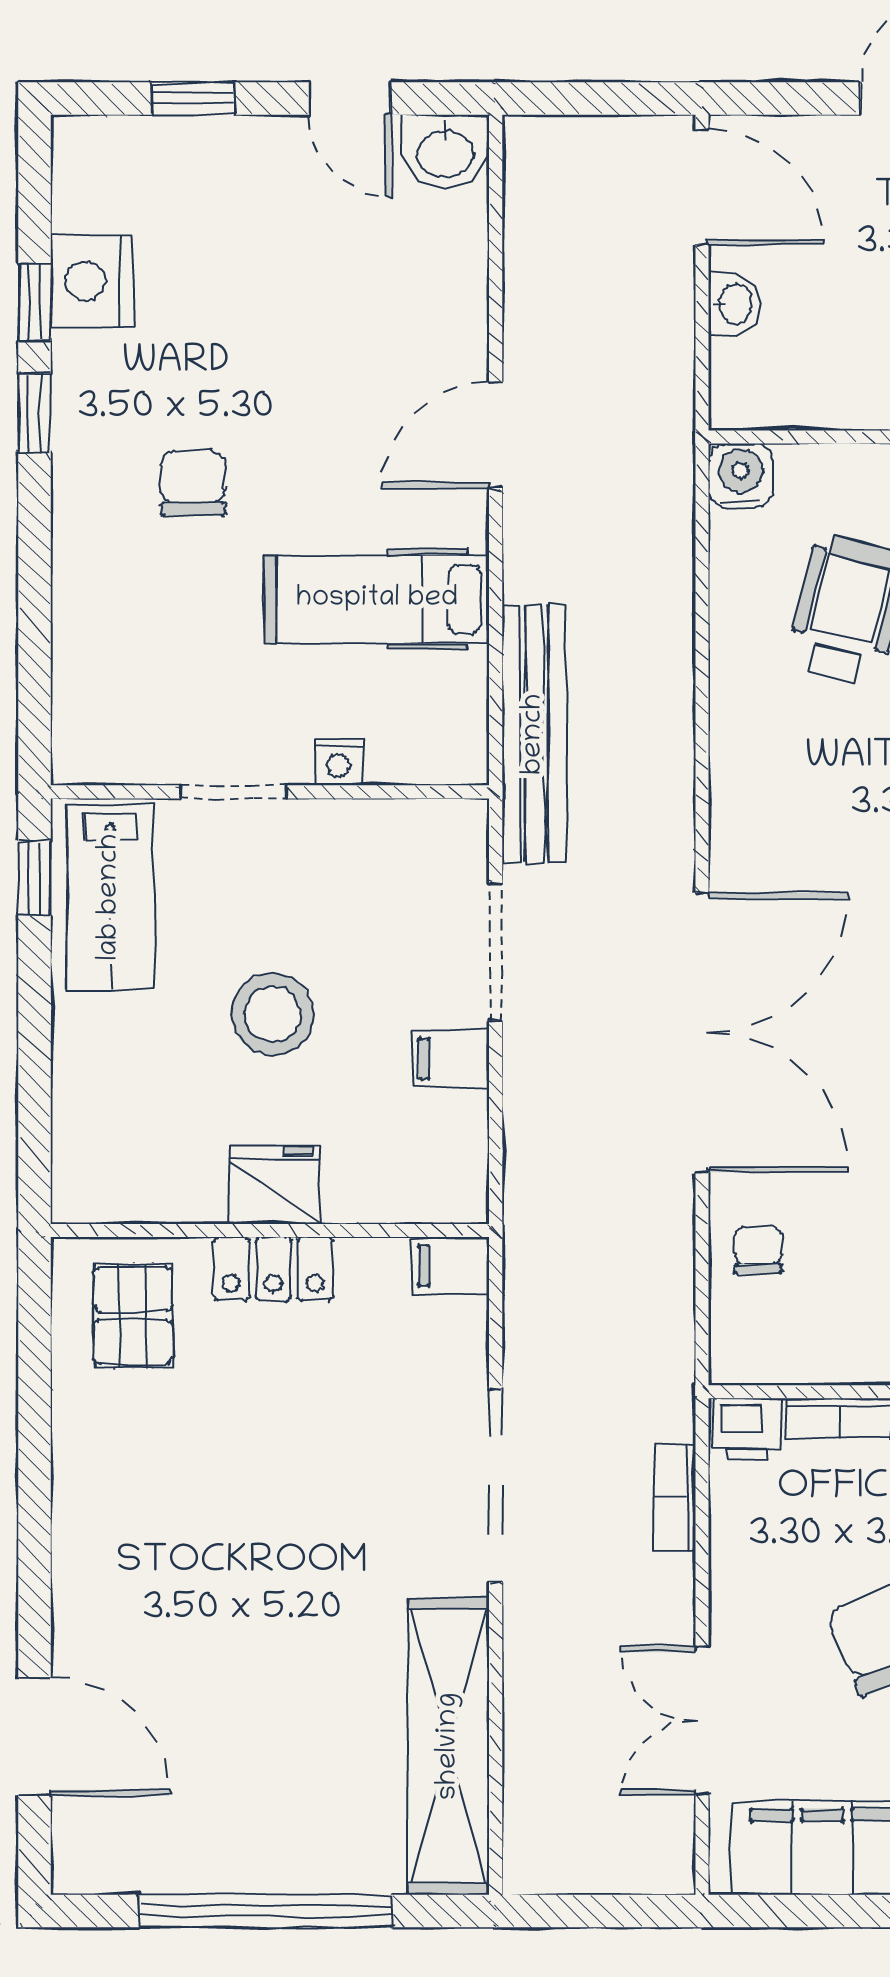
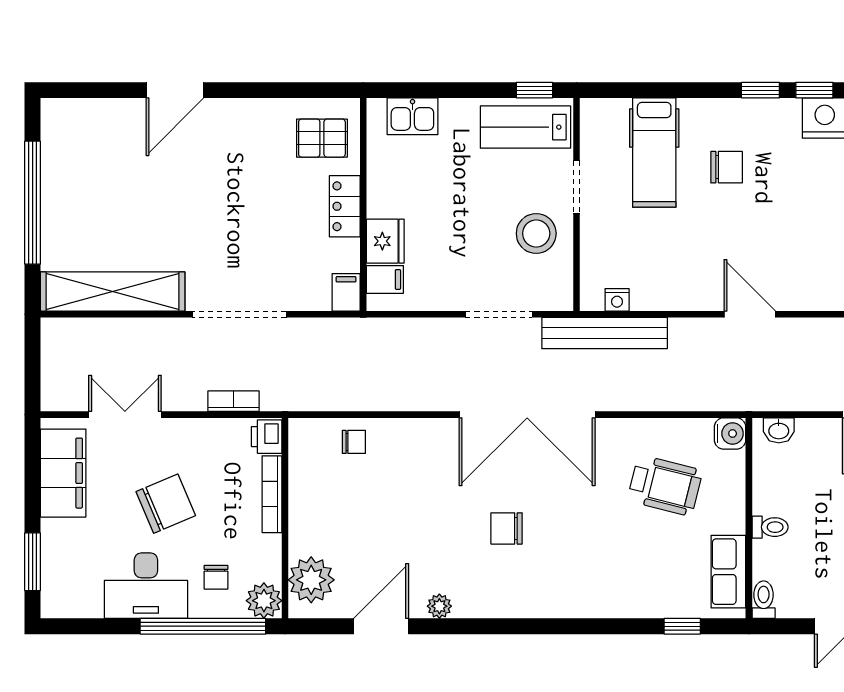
washbasin: (734, 304) -> (779, 430), moved
hospital bed: (377, 599) -> (654, 153), moved, turned 180
nightstand: (338, 762) -> (617, 300), moved, turned -90
stool: (273, 1014) -> (536, 233), moved
double door: (702, 1032) -> (527, 415), moved
filing cabinet: (451, 1059) -> (385, 279), moved, turned 90
kitchen sink: (88, 1129) -> (412, 116), added
fridge: (275, 1185) -> (385, 241), moved
door: (34, 1736) -> (175, 90), moved

